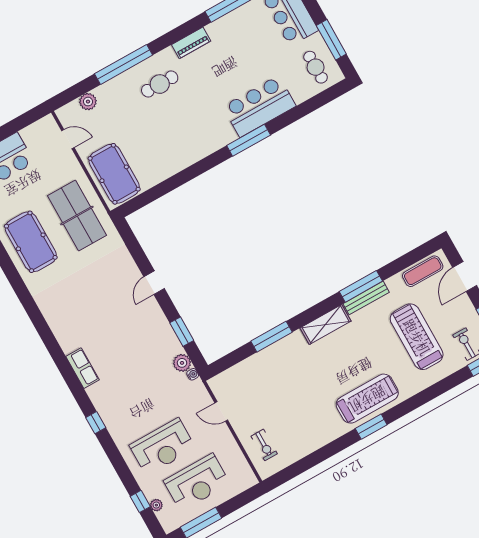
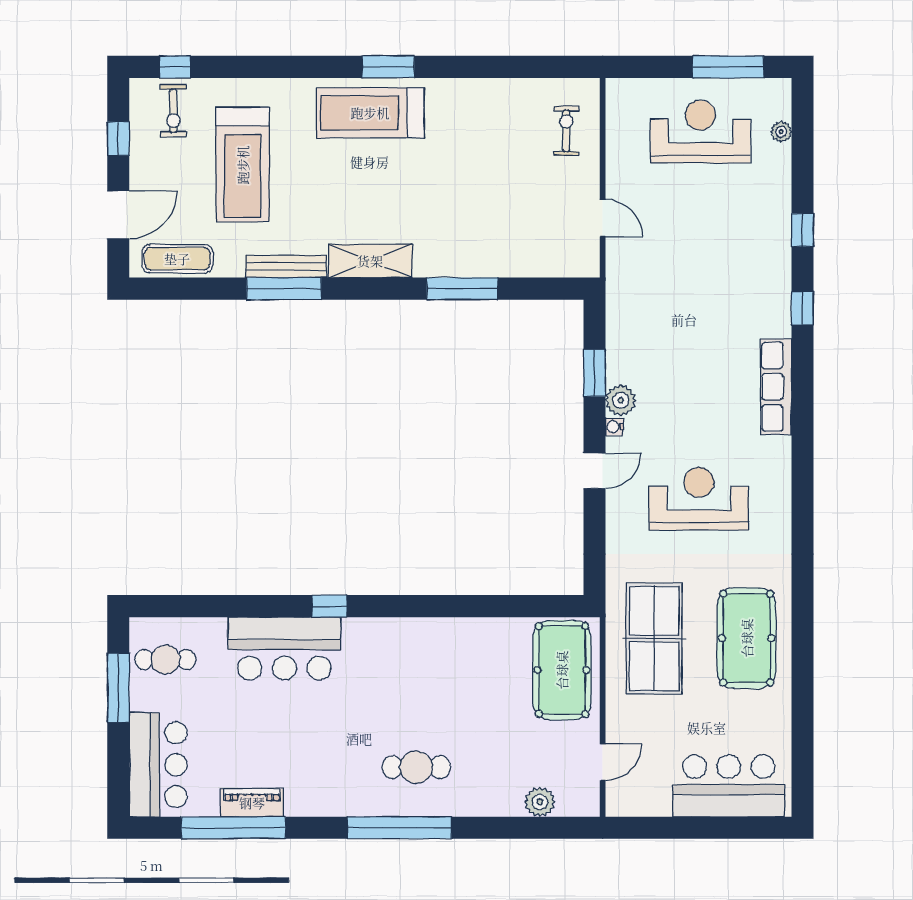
piano: (191, 43) -> (252, 803), moved
window: (124, 64) -> (399, 828), moved
cafe table: (316, 67) -> (165, 660), turned 90
door: (68, 139) -> (603, 762), swing flipped
window: (249, 140) -> (330, 606), width x0.46
plant: (182, 363) -> (621, 400), moved
row of seats: (83, 368) -> (776, 387), width x1.48
water cooler: (193, 374) -> (614, 427), moved
reception desk: (162, 447) -> (699, 499), moved
window: (140, 501) -> (802, 230), moved

